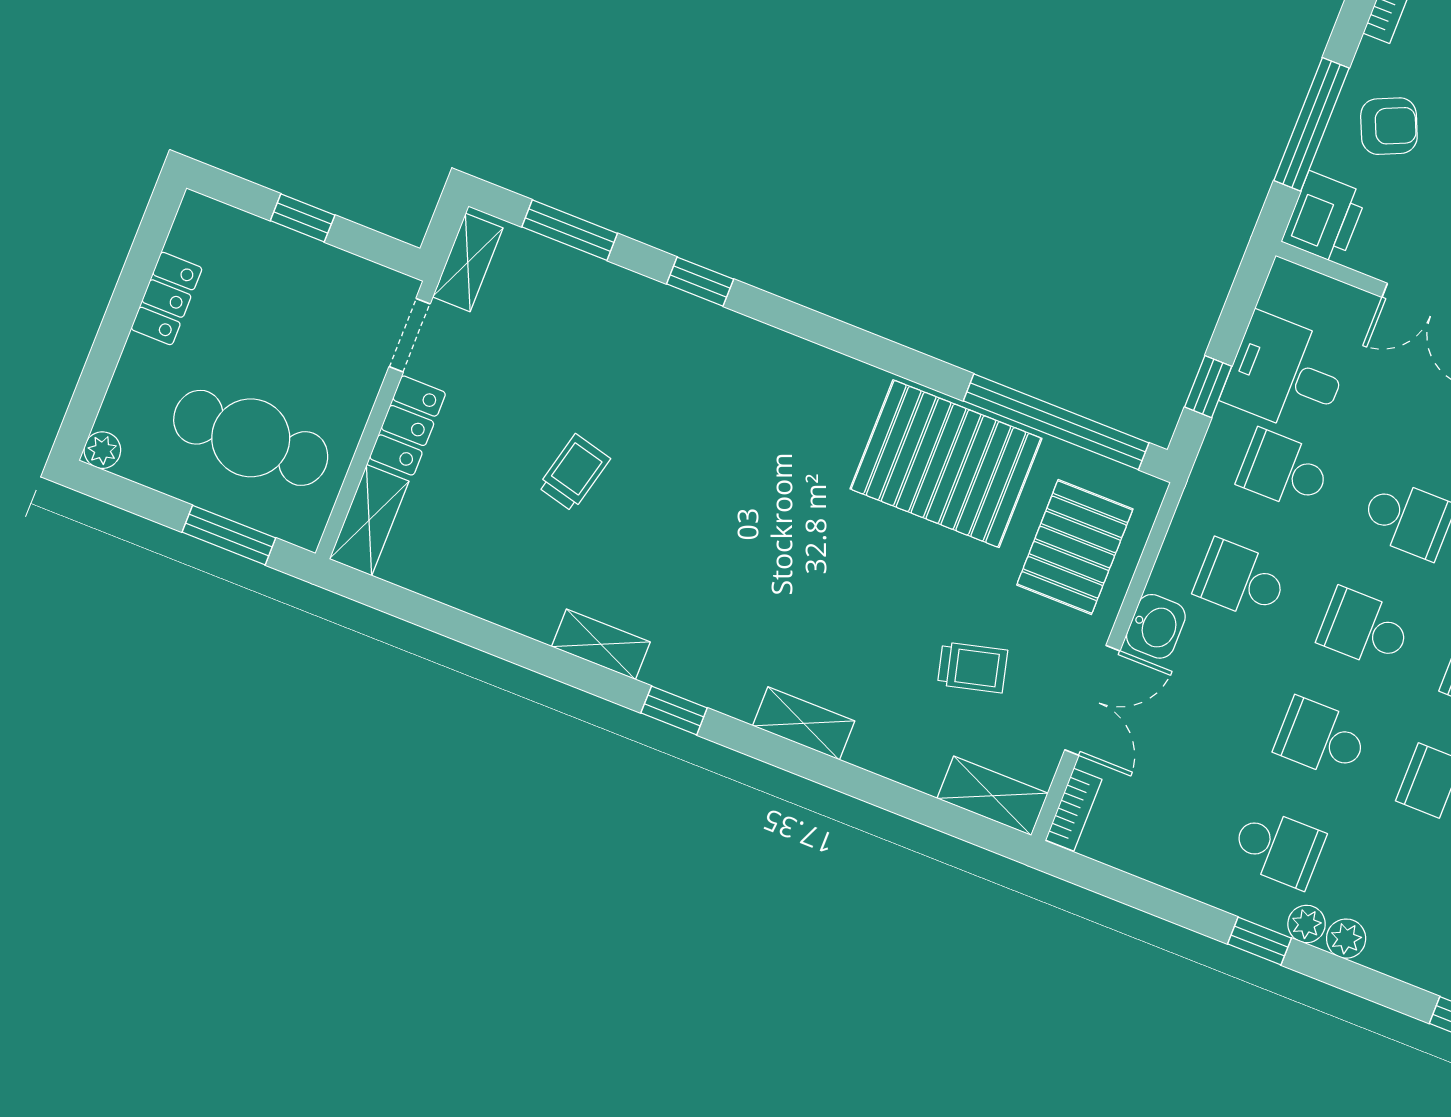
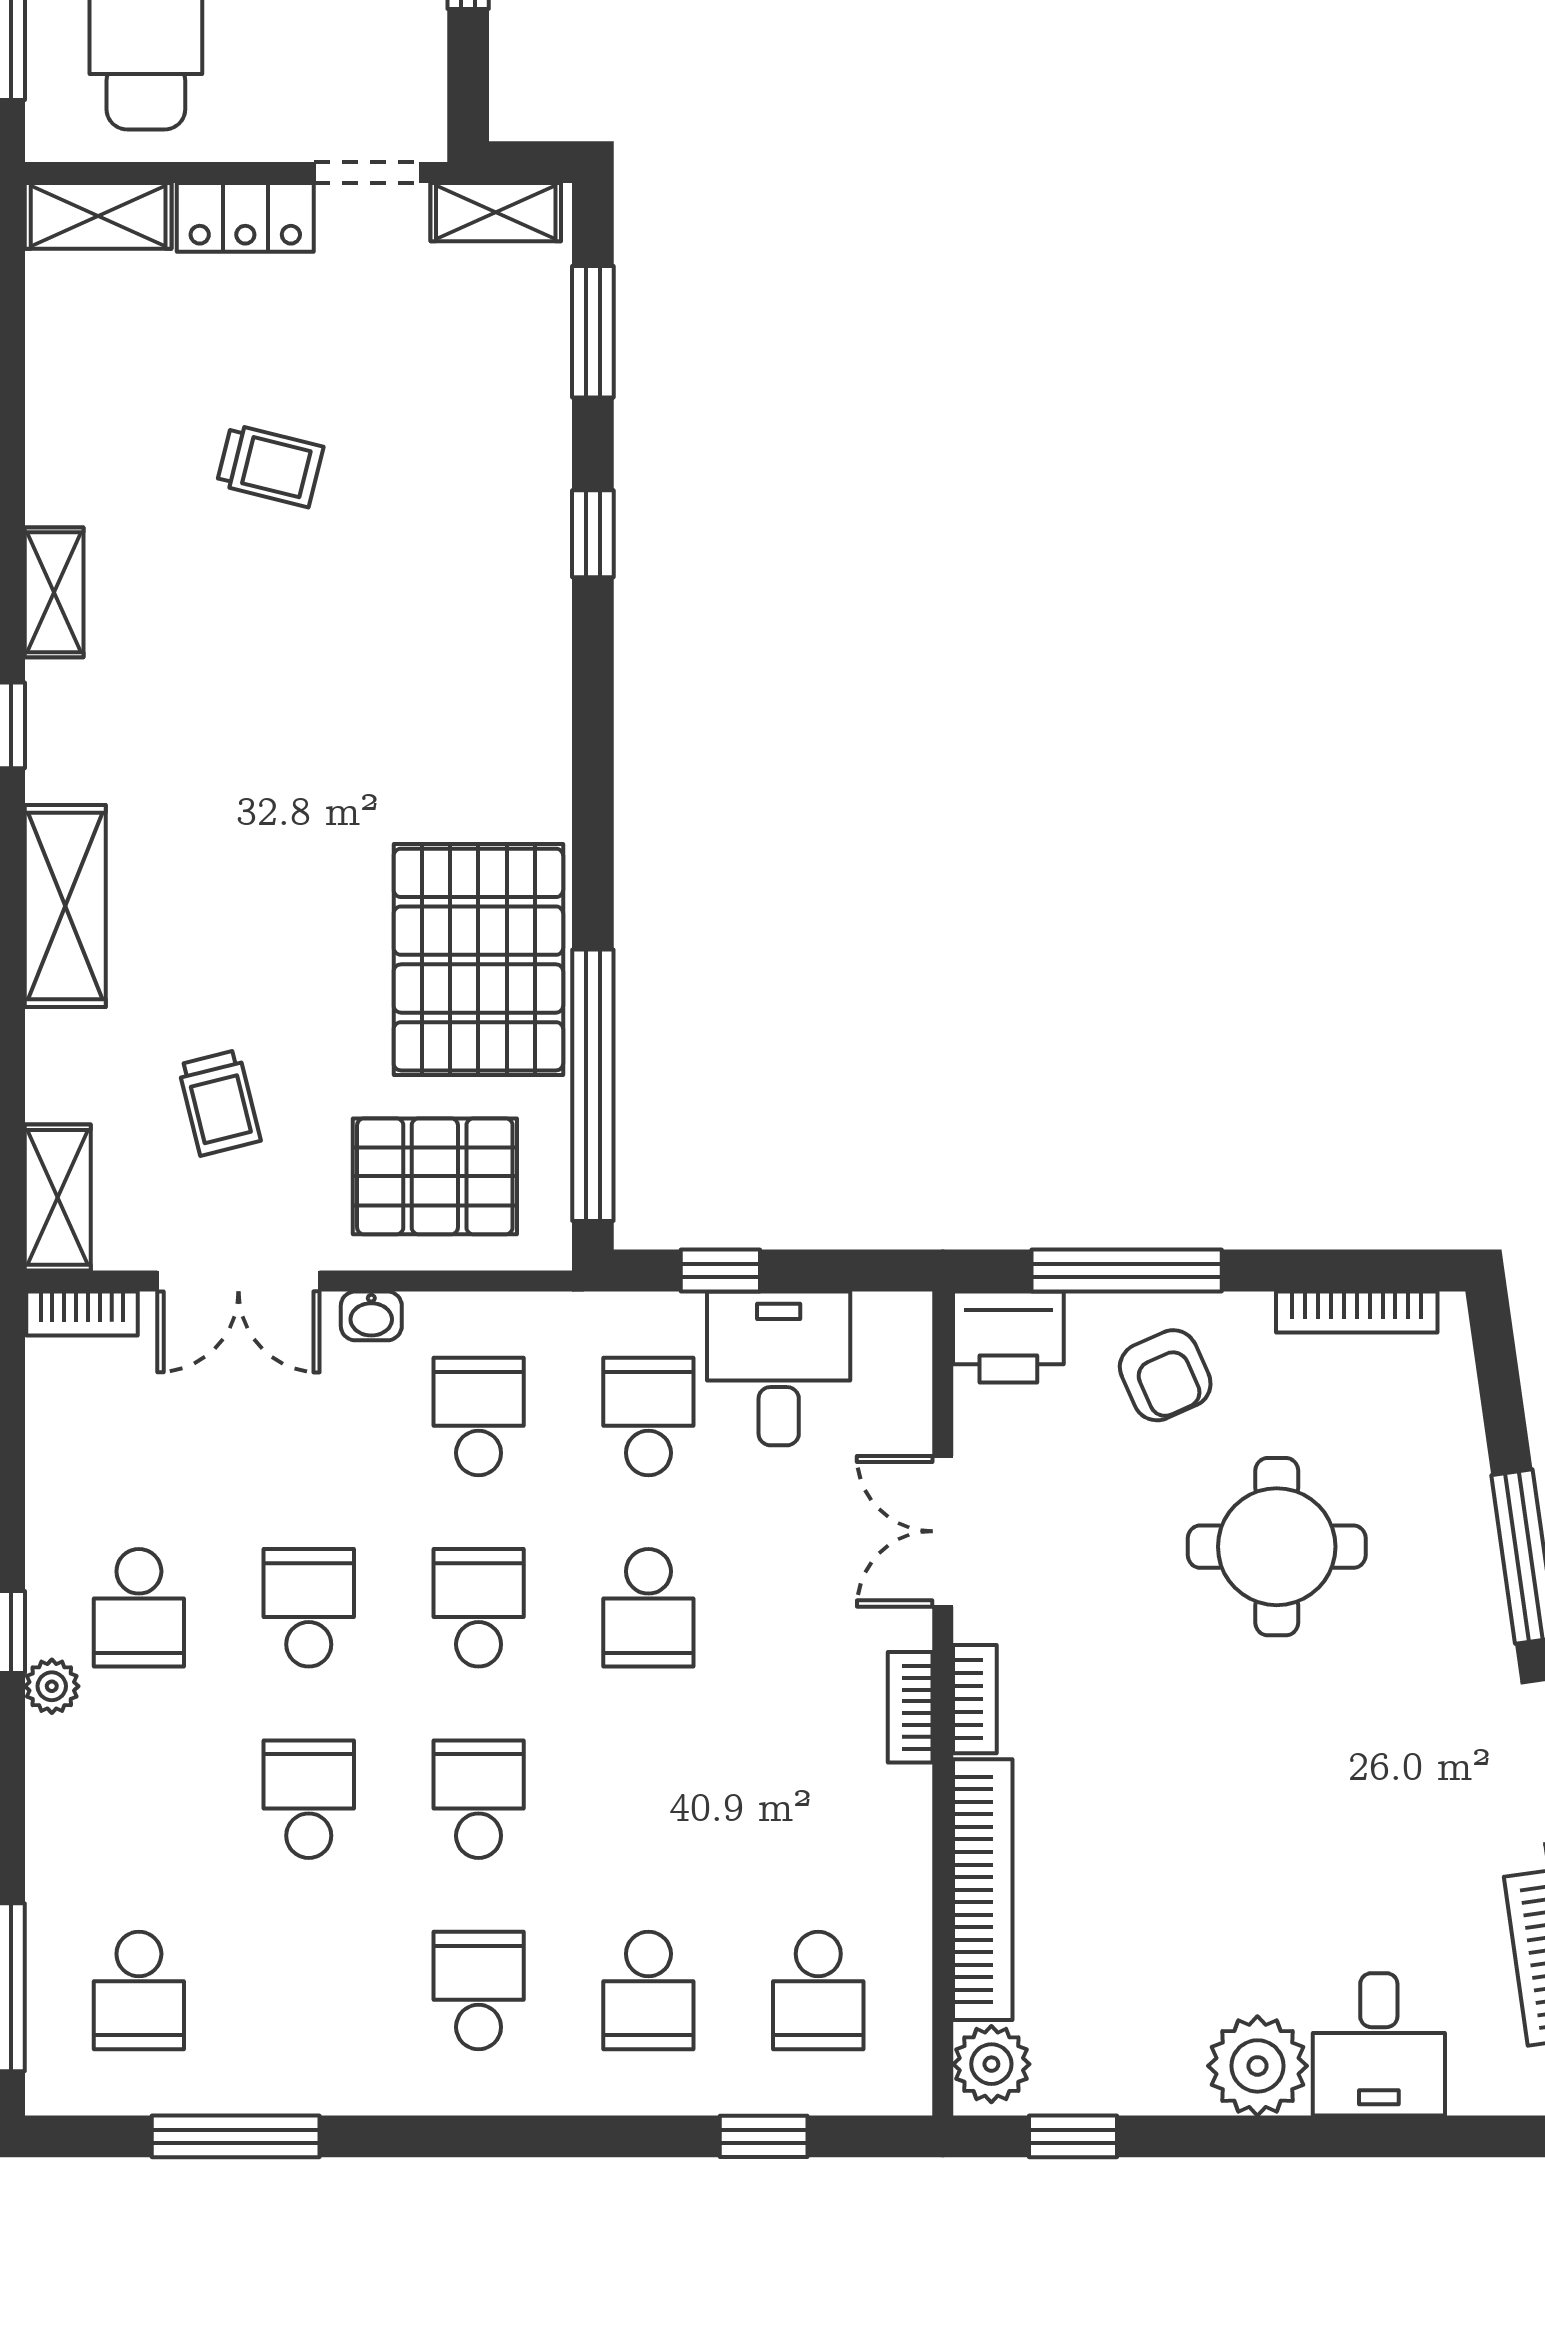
washbasin: (1156, 626) -> (371, 1316), width x0.72, depth x0.69
shelving: (804, 723) -> (65, 906), width x1.50, depth x1.33
plant: (1346, 939) -> (53, 1747), removed

